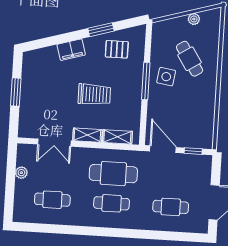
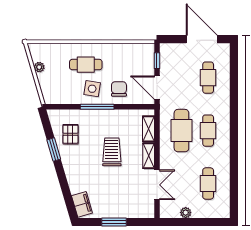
filing cabinet: (71, 50) -> (82, 204), moved
cafe table: (190, 59) -> (86, 65), moved, turned 33
chair: (164, 107) -> (119, 89), added
door: (163, 149) -> (157, 88), hinge flipped

